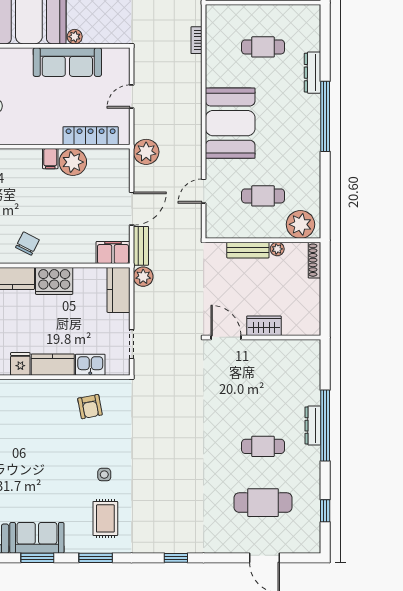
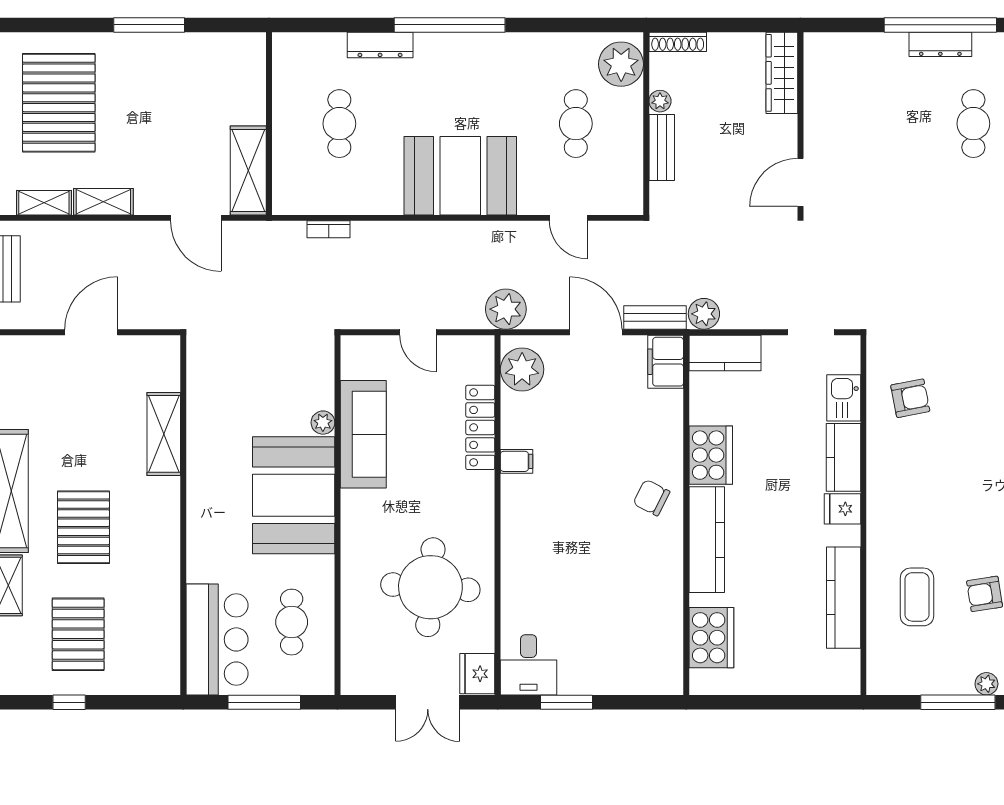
locker: (91, 136) -> (480, 427), moved
plant: (73, 162) -> (522, 369), moved
wardrobe: (264, 326) -> (782, 73), moved, width x1.50

